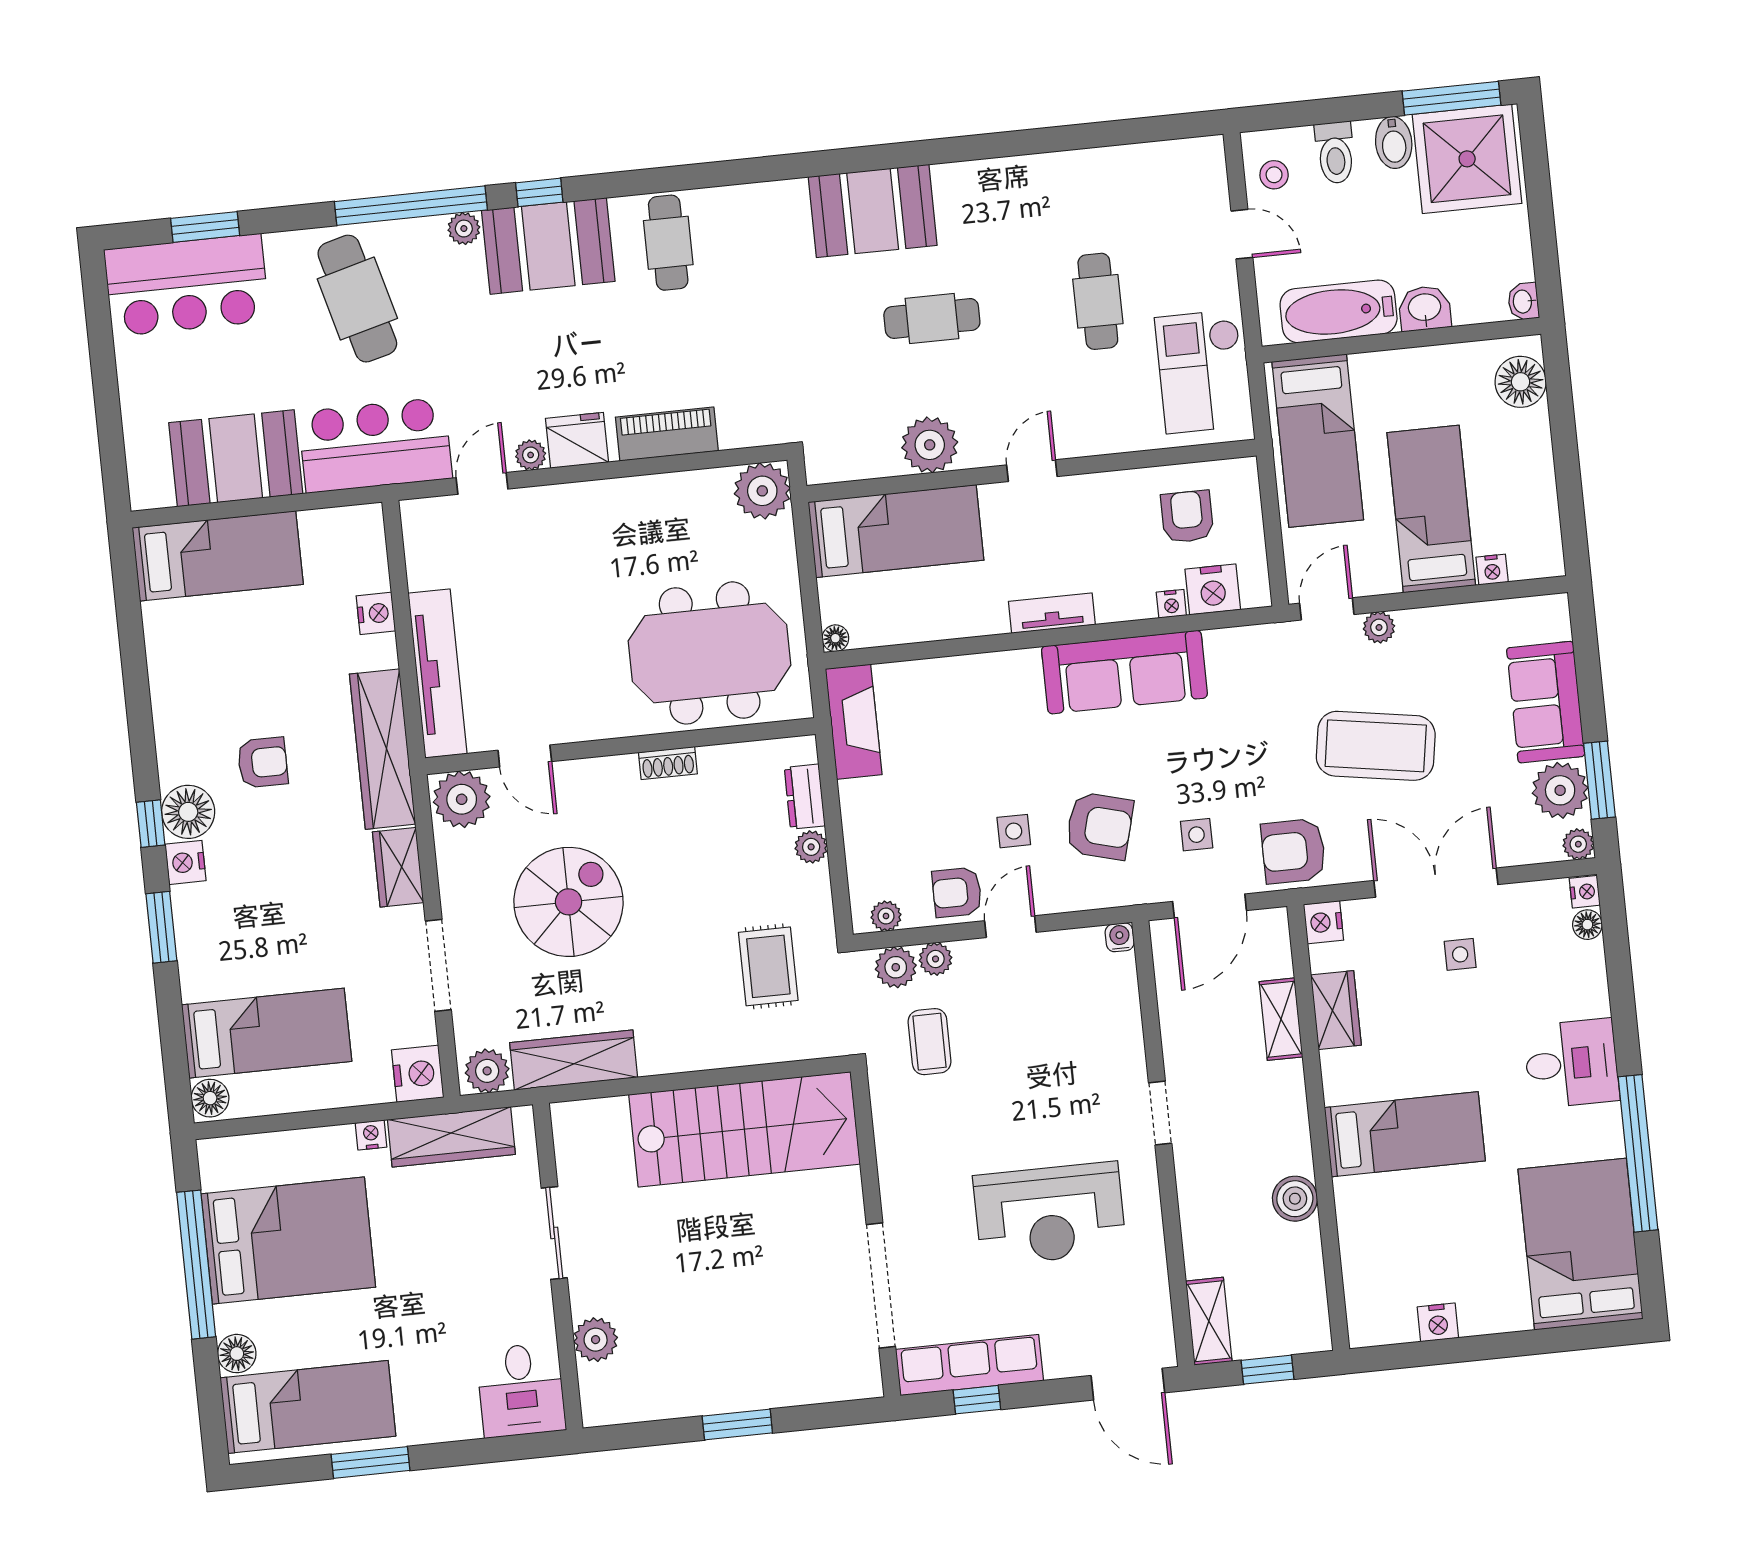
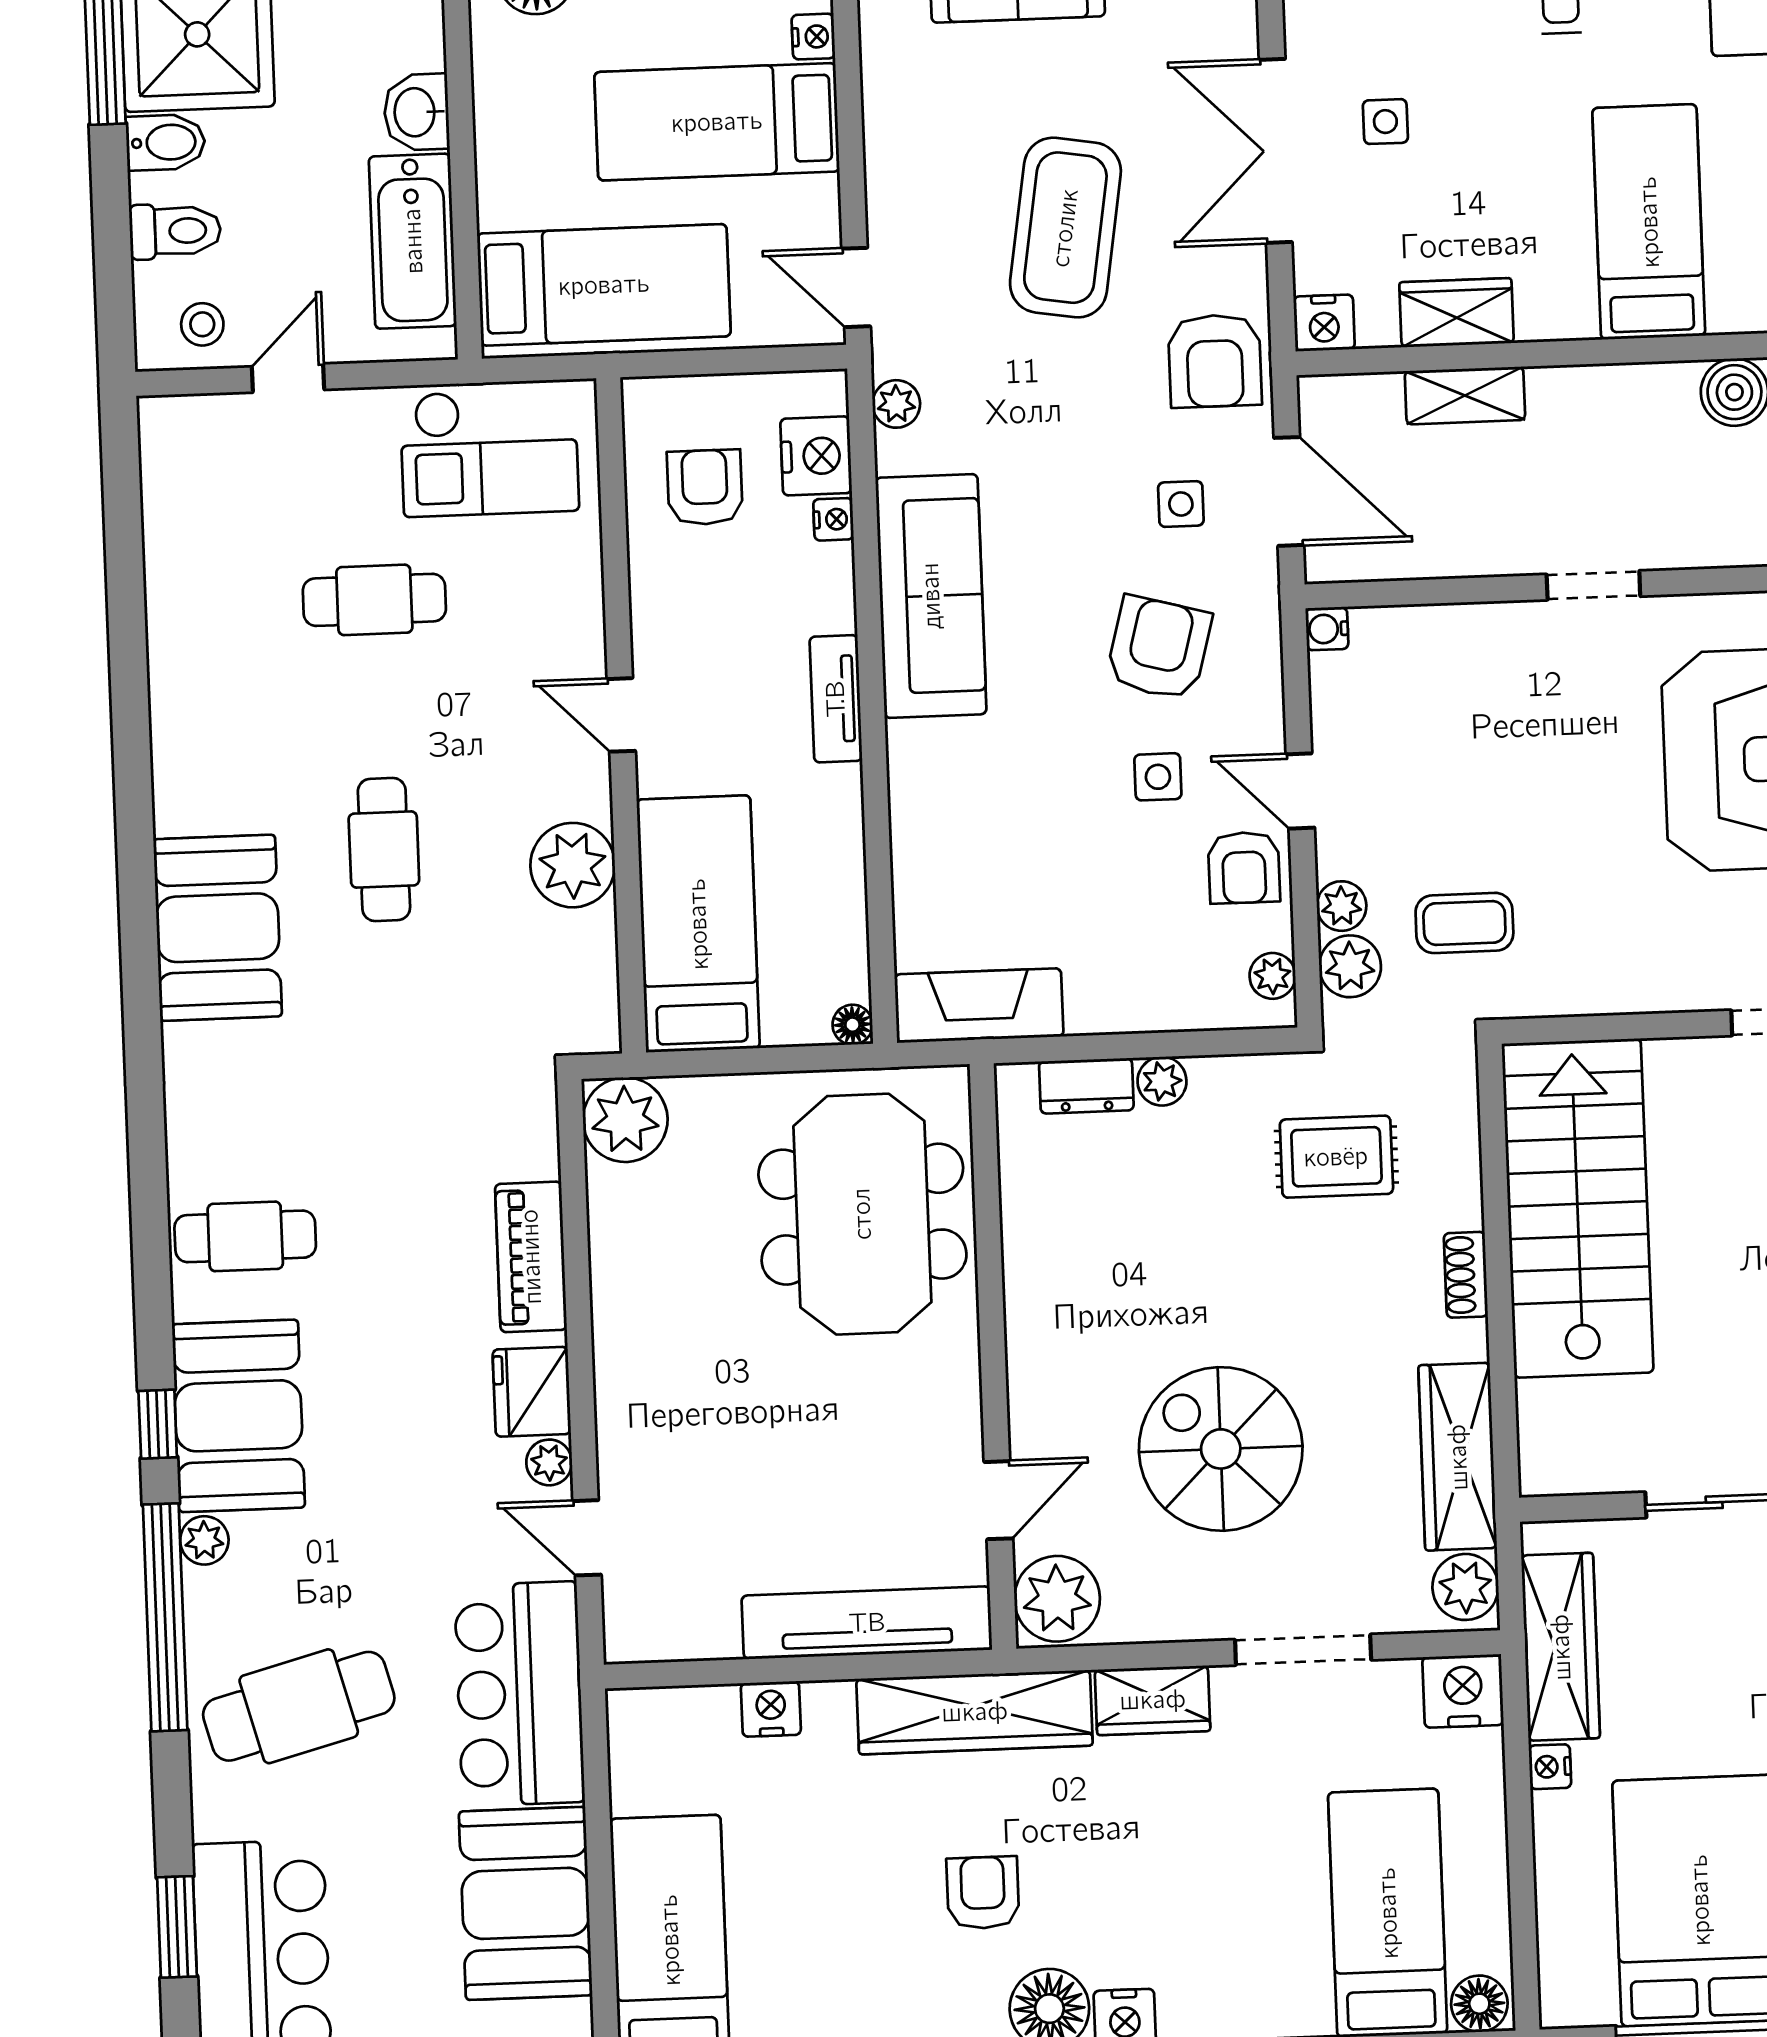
armchair: (1187, 517) -> (705, 487), turned 90
plant: (1379, 627) -> (896, 404), moved
shoe rack: (668, 763) -> (1466, 1275), moved, turned 180

